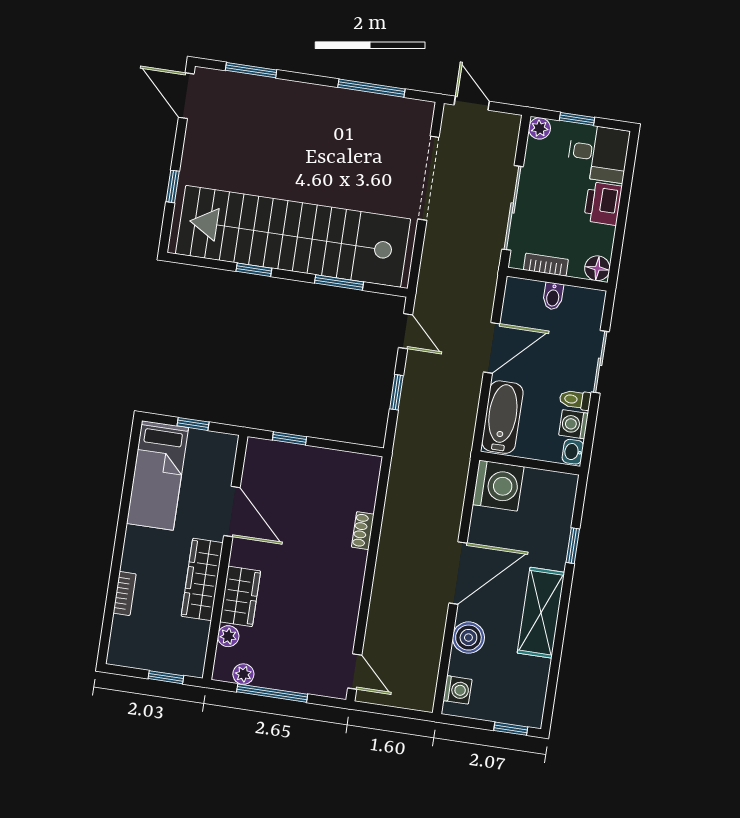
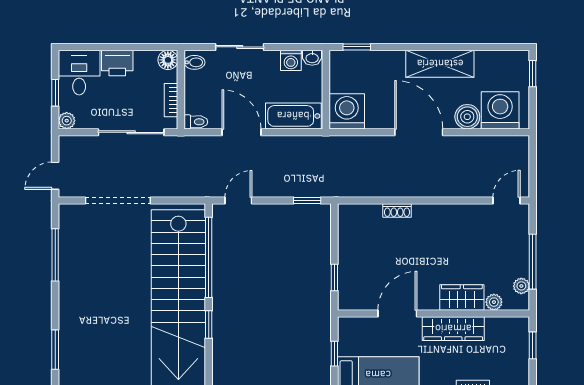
window: (339, 283) -> (209, 257), width x2.11
bidet: (553, 296) -> (194, 62), moved
window: (396, 392) -> (307, 200), moved
toilet: (575, 400) -> (196, 122), moved, turned -90
window: (573, 546) -> (357, 47), moved
washing machine: (458, 690) -> (500, 110), width x1.89, depth x1.89

